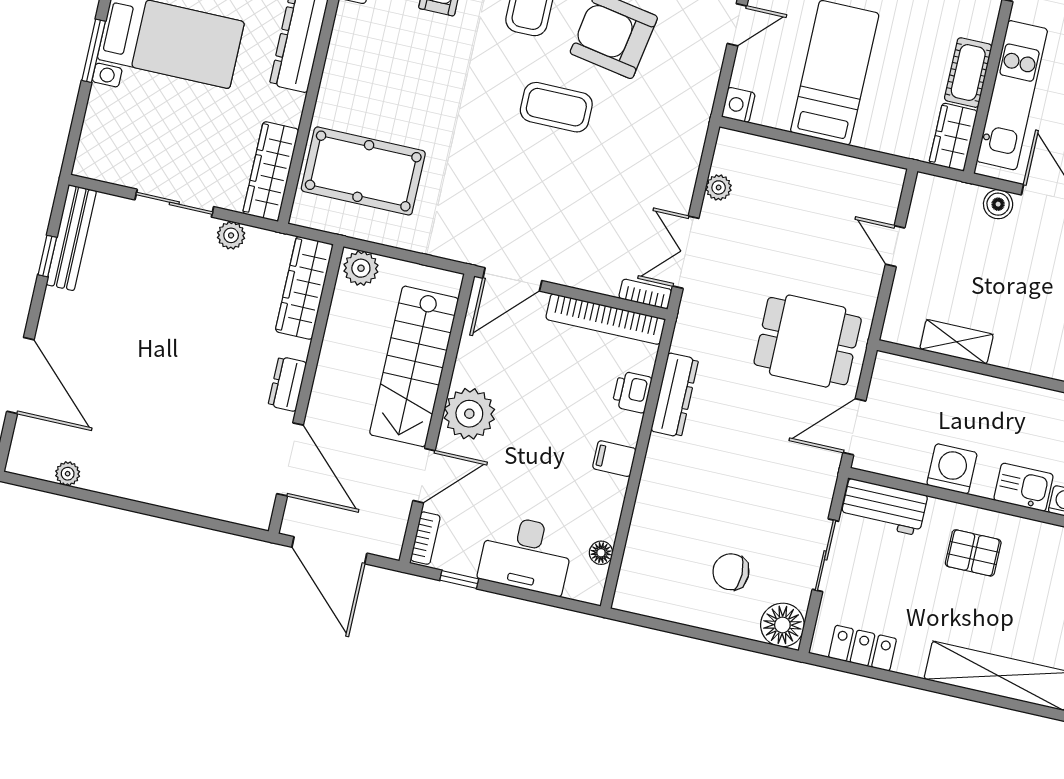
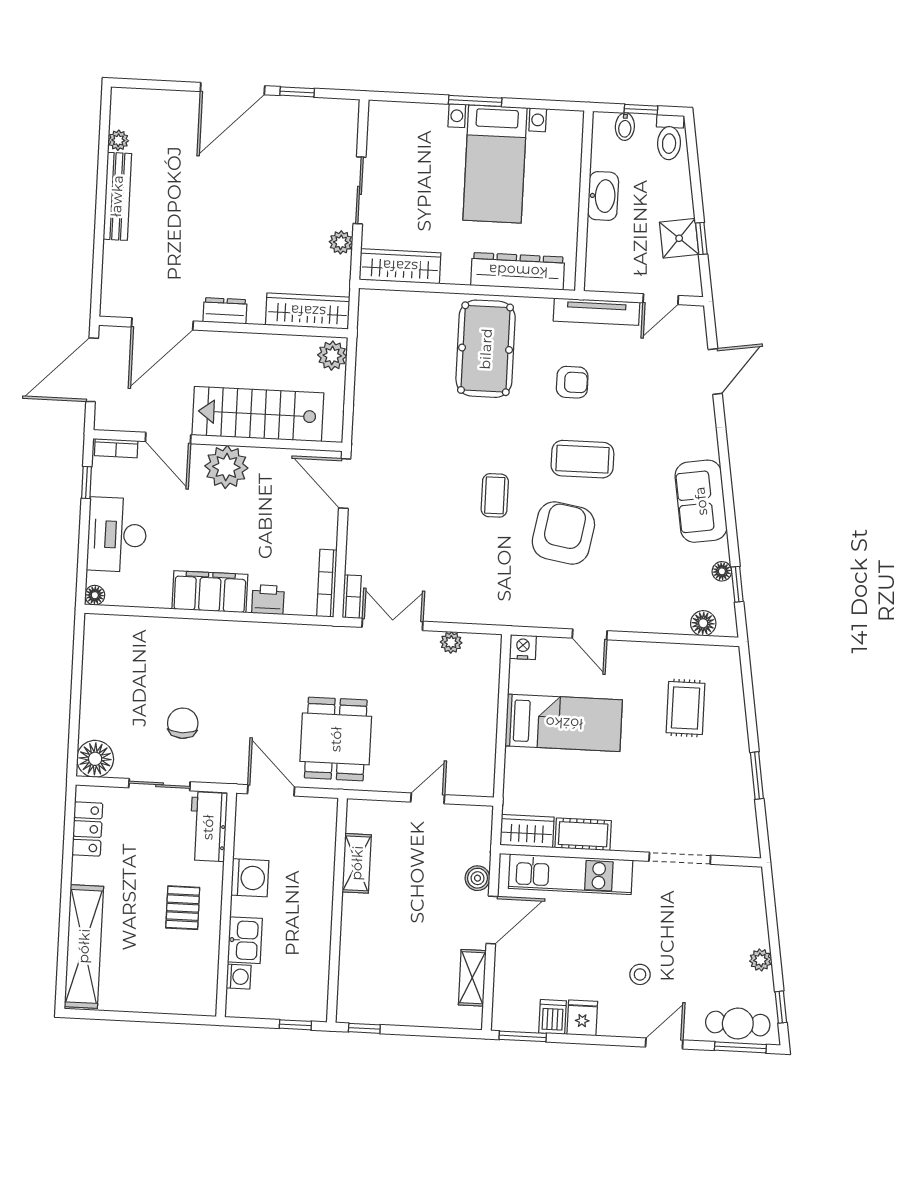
coffee table: (556, 107) -> (495, 495), width x0.73, depth x0.77
pool table: (363, 171) -> (486, 349), moved
bench: (71, 238) -> (117, 196), moved, turned 90
bookcase: (605, 319) -> (327, 583), width x0.68, depth x0.76
door: (20, 375) -> (233, 89), moved
dresser: (675, 395) -> (271, 636), removed
filing cabinet: (614, 459) -> (210, 592), width x3.00, depth x1.17
floor lamp: (601, 553) -> (95, 595), moved
chair: (731, 572) -> (183, 723), moved

